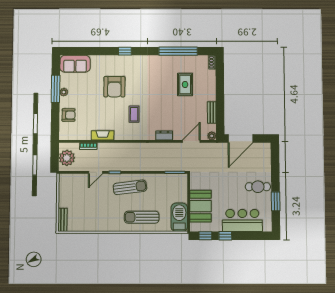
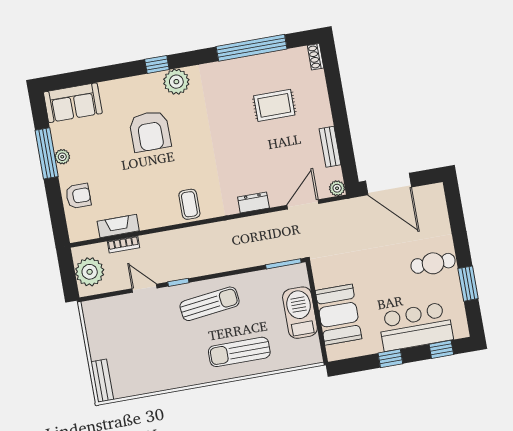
plant: (134, 62) -> (176, 82), added
rug: (185, 84) -> (274, 105), turned 90
coffee table: (134, 114) -> (189, 204), moved
fireplace: (103, 135) -> (118, 226), moved
door: (241, 139) -> (389, 184), hinge flipped
door: (96, 172) -> (145, 288), swing flipped
barbecue: (179, 217) -> (300, 313), moved
window: (205, 236) -> (441, 349), moved

